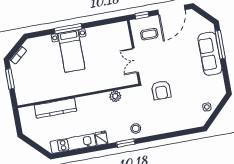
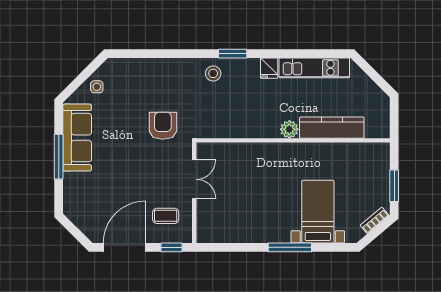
window: (220, 45) -> (59, 157), moved
bed with nightstands: (71, 51) -> (318, 212), moved
sofa: (210, 54) -> (77, 138), moved
plant: (115, 96) -> (289, 129), moved

